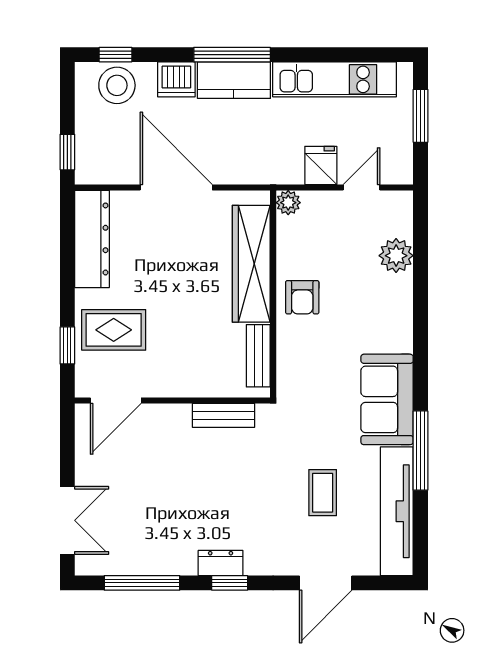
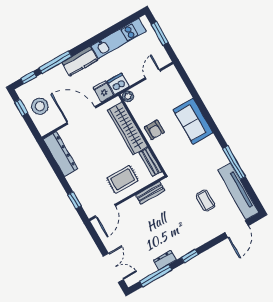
window: (232, 55) -> (55, 62), moved
dishwasher: (176, 79) -> (118, 84), moved, turned 180
stool: (117, 85) -> (40, 106), moved
window: (67, 152) -> (21, 108), moved
fridge: (321, 165) -> (103, 91), moved
plant: (396, 256) -> (181, 93), removed
rug: (114, 330) -> (123, 179), moved
sofa: (387, 399) -> (193, 121), moved
dresser: (221, 563) -> (165, 260), moved
door: (326, 583) -> (237, 229), moved

